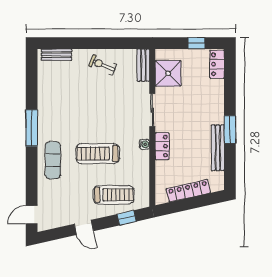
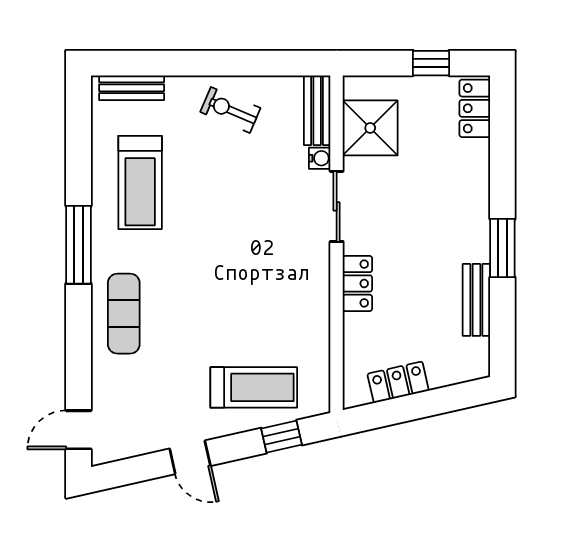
water cooler: (144, 144) -> (320, 158), moved
bench: (218, 148) -> (476, 300), width x0.73
treadmill: (98, 154) -> (140, 183), moved, turned -90
locker: (188, 191) -> (398, 382), width x0.66

